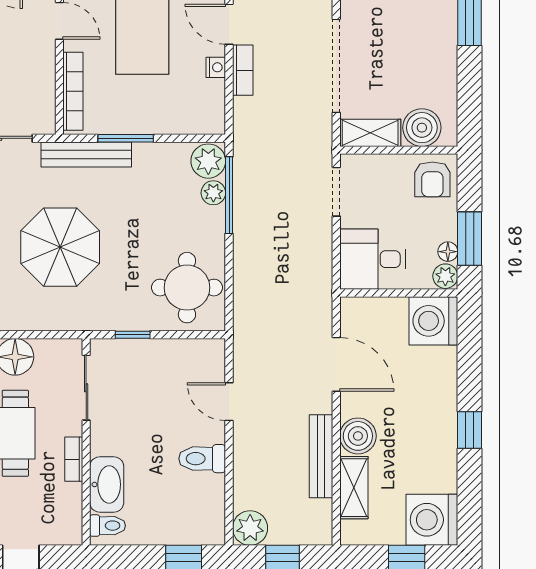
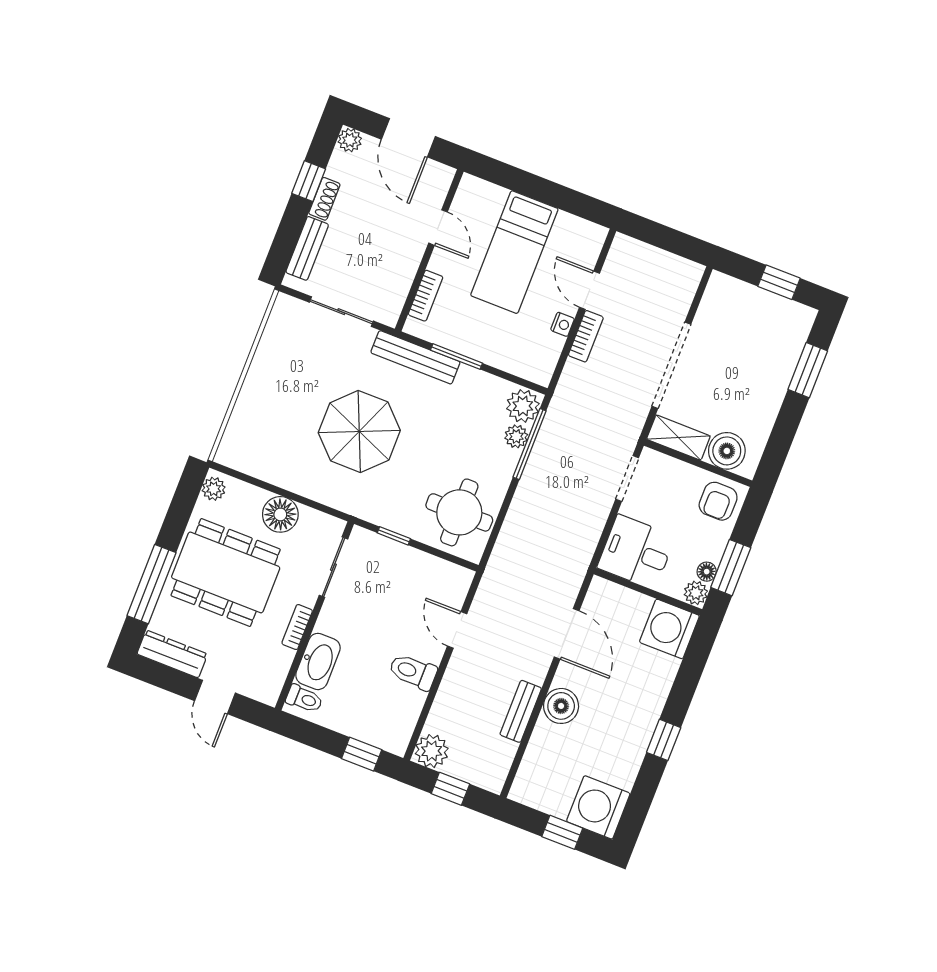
bookcase: (73, 91) -> (426, 296), width x0.64
bench: (321, 456) -> (521, 711), width x0.73
shelving: (354, 488) -> (539, 751), removed

